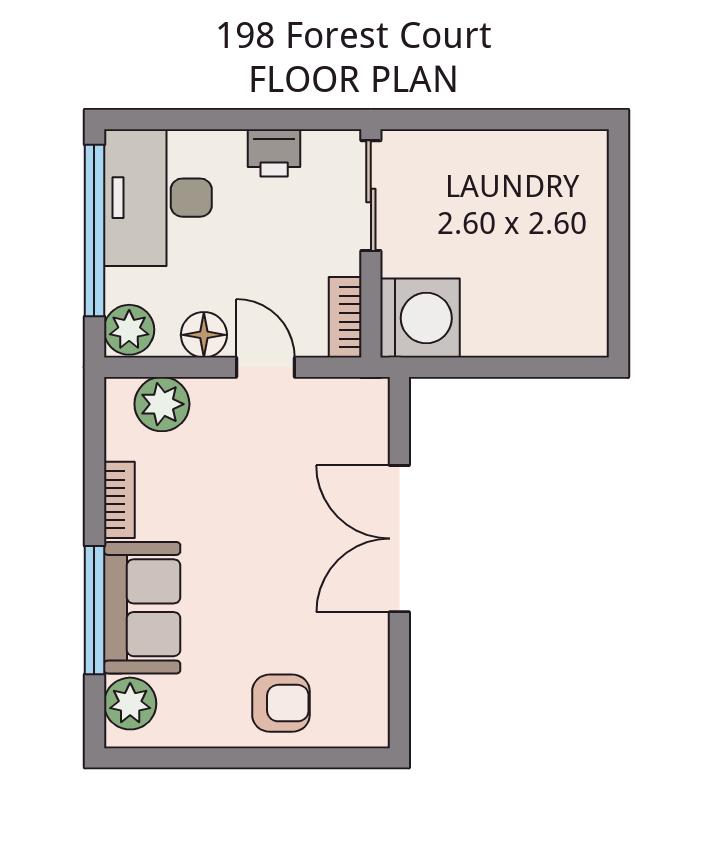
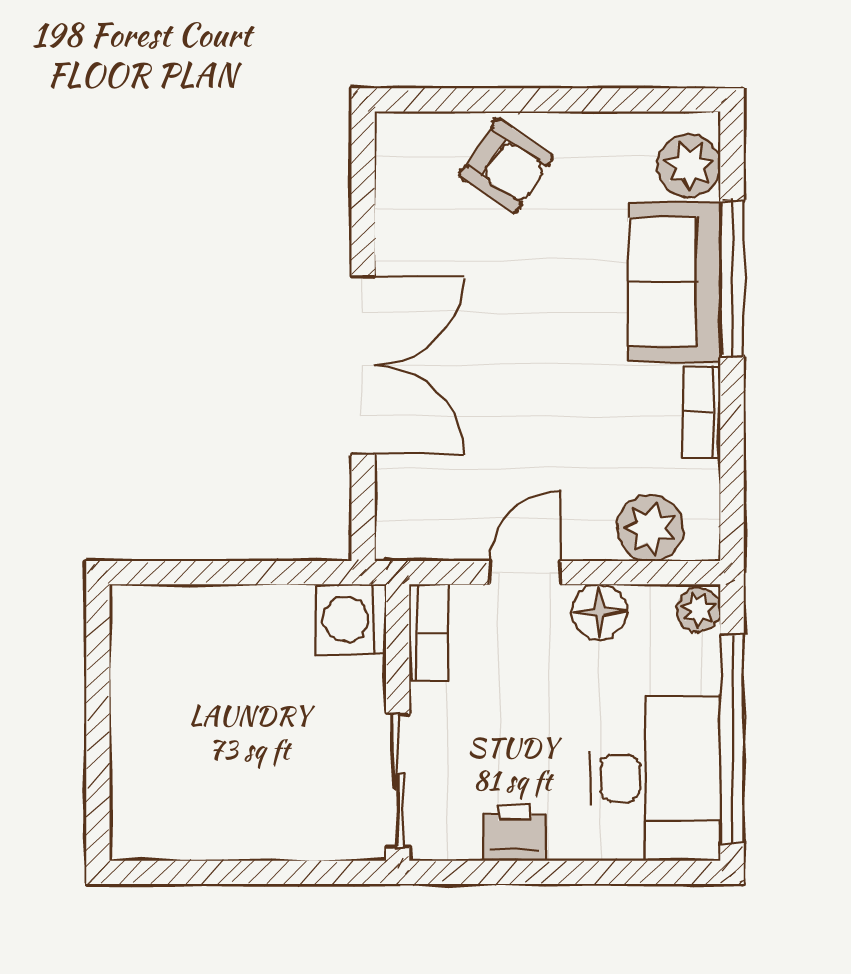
washing machine: (420, 318) -> (351, 619), width x0.73, depth x0.73
plant: (129, 330) -> (698, 610), width x0.73, depth x0.73
door: (266, 367) -> (525, 573), swing flipped
armchair: (281, 703) -> (506, 166), turned -146

